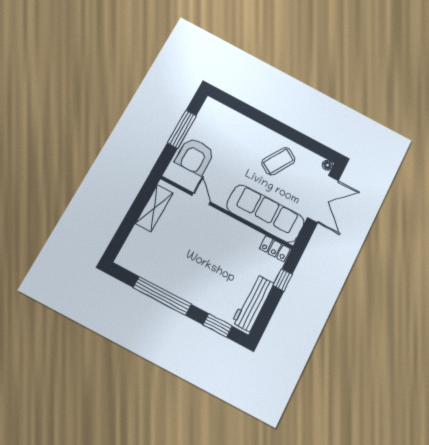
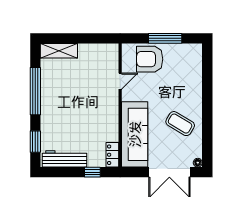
shelving: (154, 208) -> (59, 51), moved

